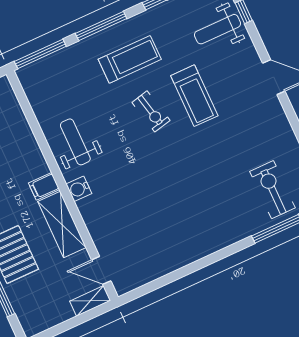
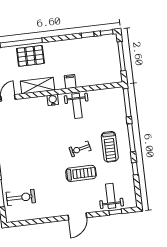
treadmill: (194, 96) -> (81, 173), turned 180
weight bench: (75, 142) -> (77, 106), turned 90
filing cabinet: (44, 186) -> (70, 82), moved

